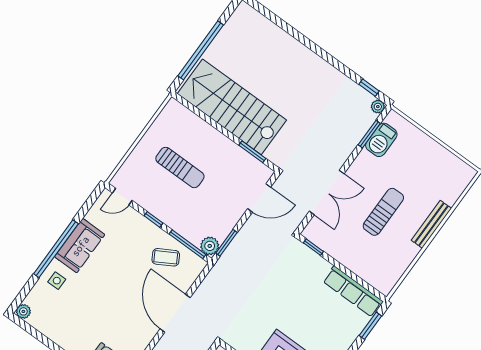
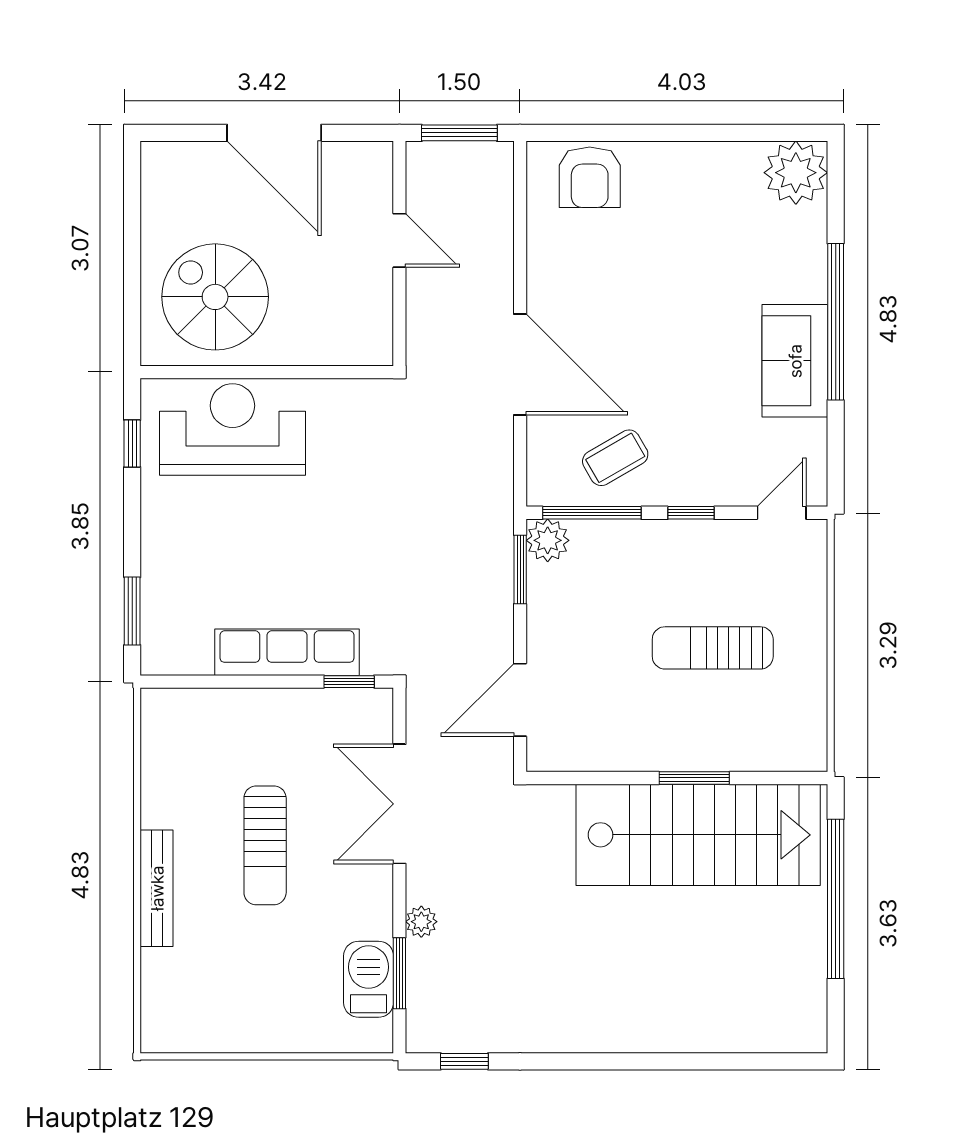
plant: (378, 107) -> (421, 922), moved
window: (252, 152) -> (694, 778), moved
side table: (57, 281) -> (790, 263), removed
row of seats: (353, 291) -> (287, 652), moved
plant: (23, 311) -> (796, 173), width x1.88, depth x1.88

